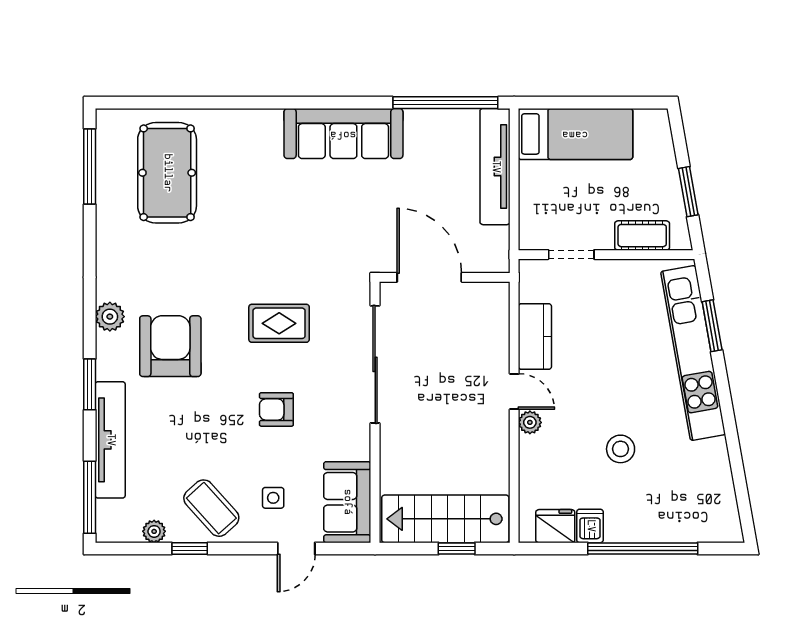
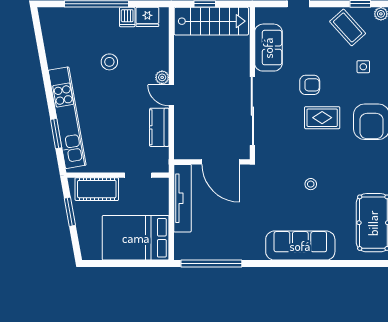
sofa: (343, 134) -> (300, 246), moved
bed: (575, 134) -> (136, 238), width x1.50
tv unit: (495, 167) -> (182, 198), moved
cot: (642, 236) -> (97, 189), width x1.37, depth x1.34
stool: (275, 239) -> (311, 184), added
rug: (279, 323) -> (322, 118), moved
side table: (273, 498) -> (363, 67), moved
sofa: (347, 502) -> (268, 48), moved

